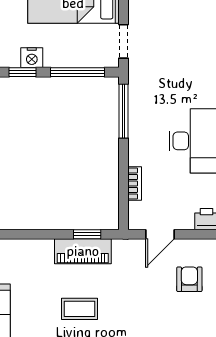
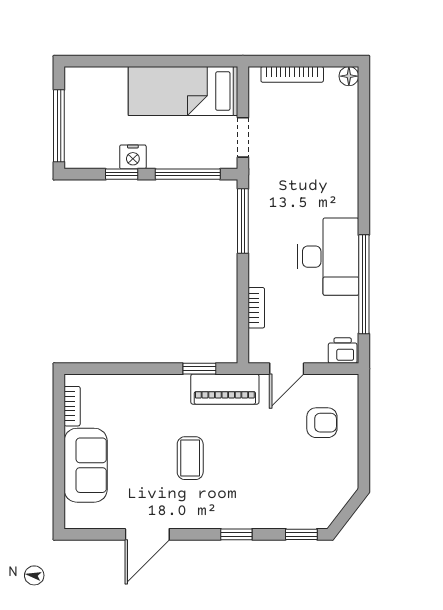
piano: (83, 251) -> (225, 389), moved
armchair: (189, 279) -> (322, 423), turned 90
coffee table: (80, 309) -> (190, 458), turned 90

